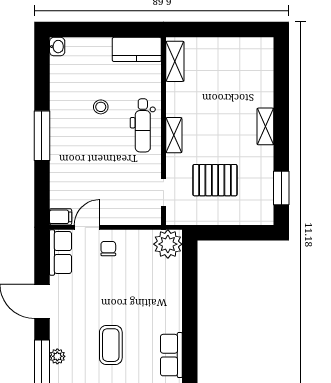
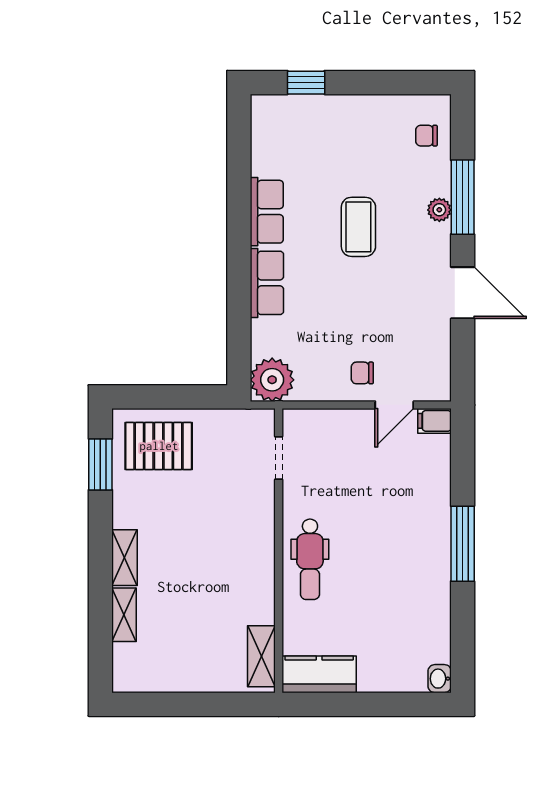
stool: (101, 107) -> (374, 587), removed
dental chair: (143, 125) -> (310, 559), turned 180
shelving: (174, 135) -> (124, 615), moved
pallet: (215, 180) -> (159, 446), moved
chair: (108, 249) -> (362, 373), turned 90
row of seats: (61, 253) -> (267, 283), moved, turned 180

